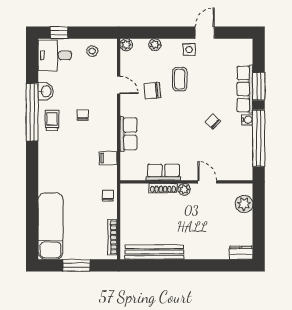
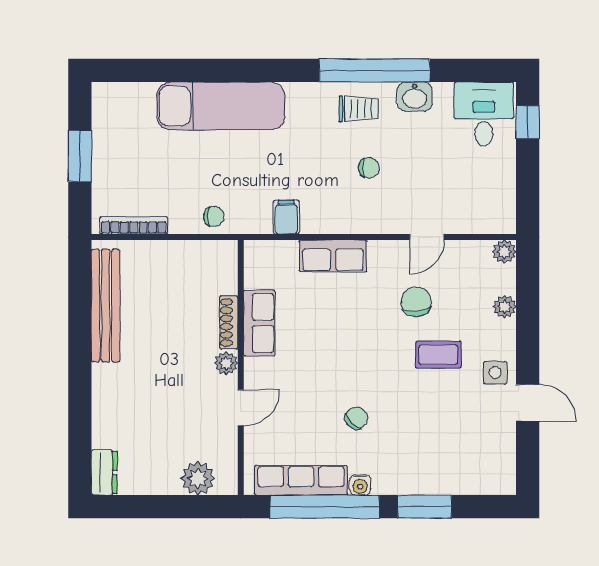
stool: (92, 51) -> (492, 186), removed
row of seats: (245, 89) -> (301, 480), moved
exam couch: (50, 226) -> (221, 106), moved

